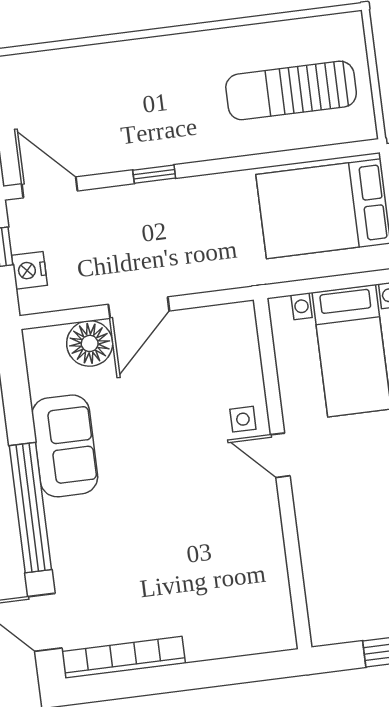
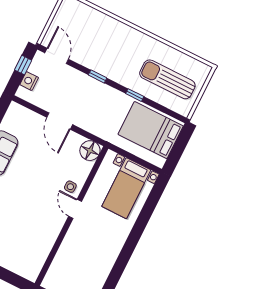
window: (249, 162) -> (135, 95), added
door: (139, 308) -> (60, 121), hinge flipped
floor lamp: (90, 343) -> (90, 151), moved

